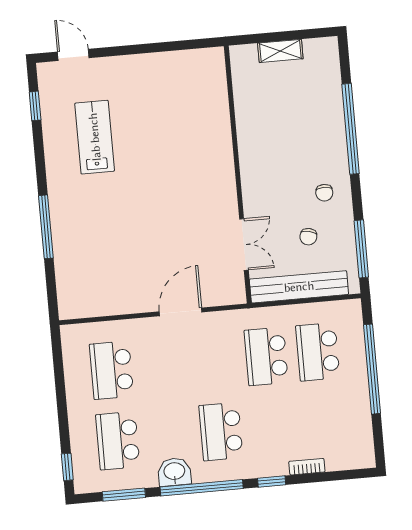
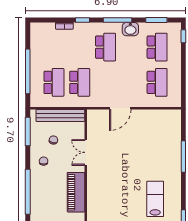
piano: (254, 136) -> (76, 192), added
lab bench: (95, 137) -> (155, 199), turned 180
double door: (244, 244) -> (86, 152), moved
window: (202, 488) -> (118, 20), width x0.68

